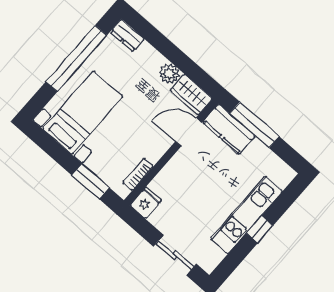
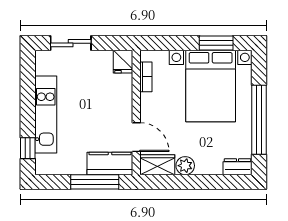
bed with nightstands: (83, 113) -> (211, 86), width x1.36
door: (189, 132) -> (136, 137), hinge flipped
window: (91, 181) -> (216, 43), moved
window: (260, 229) -> (28, 148), moved

